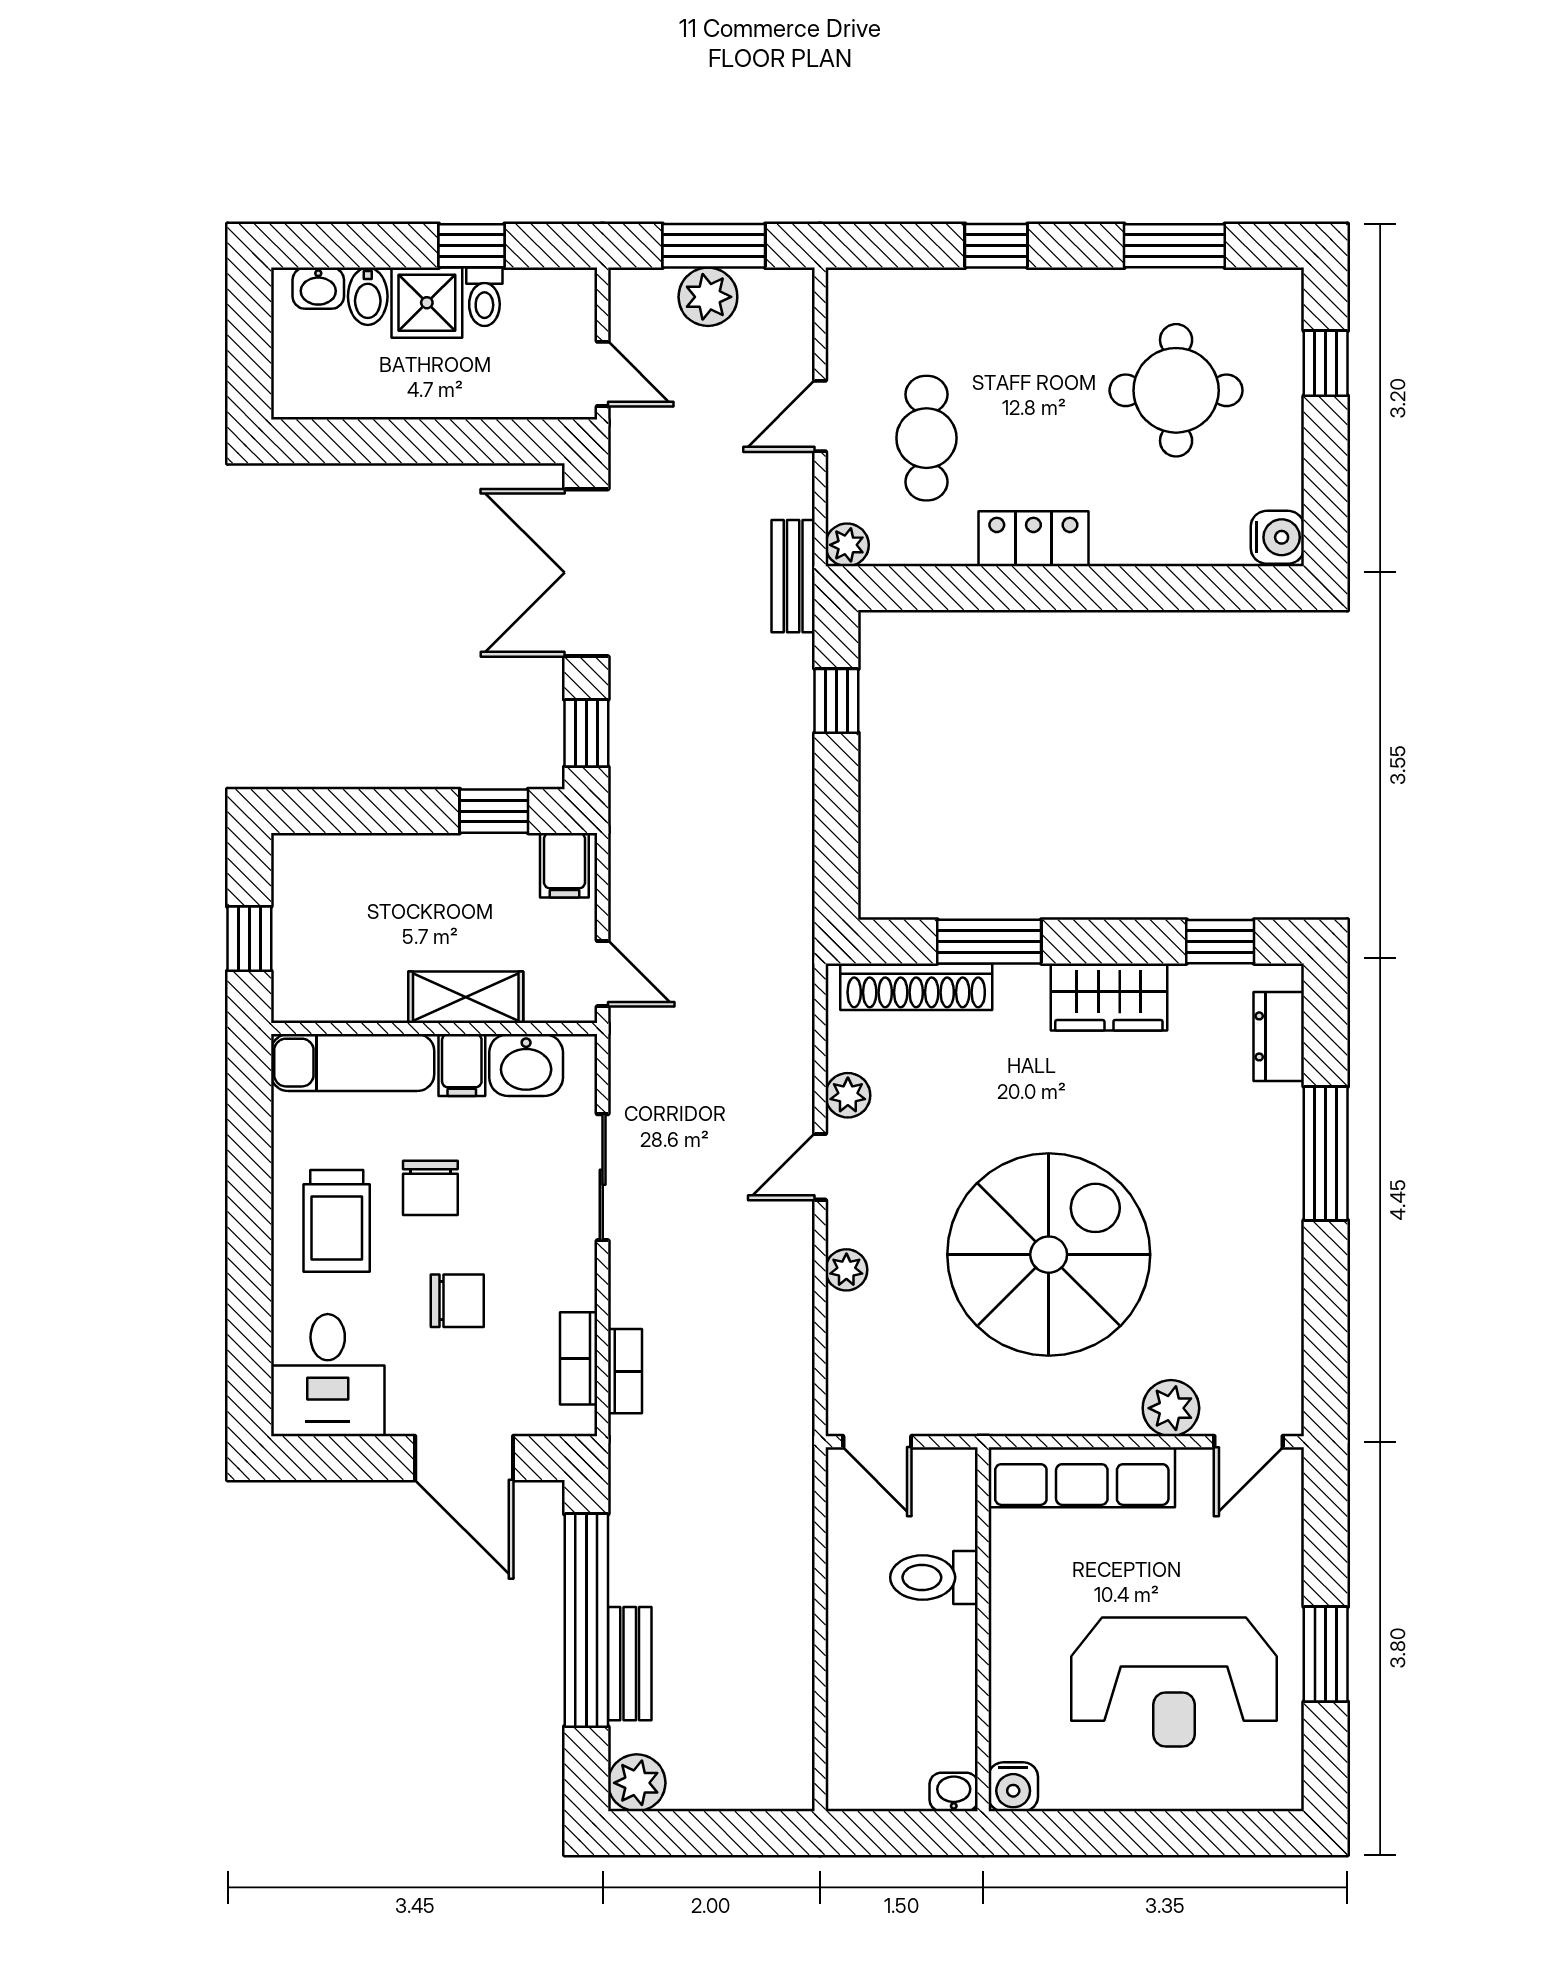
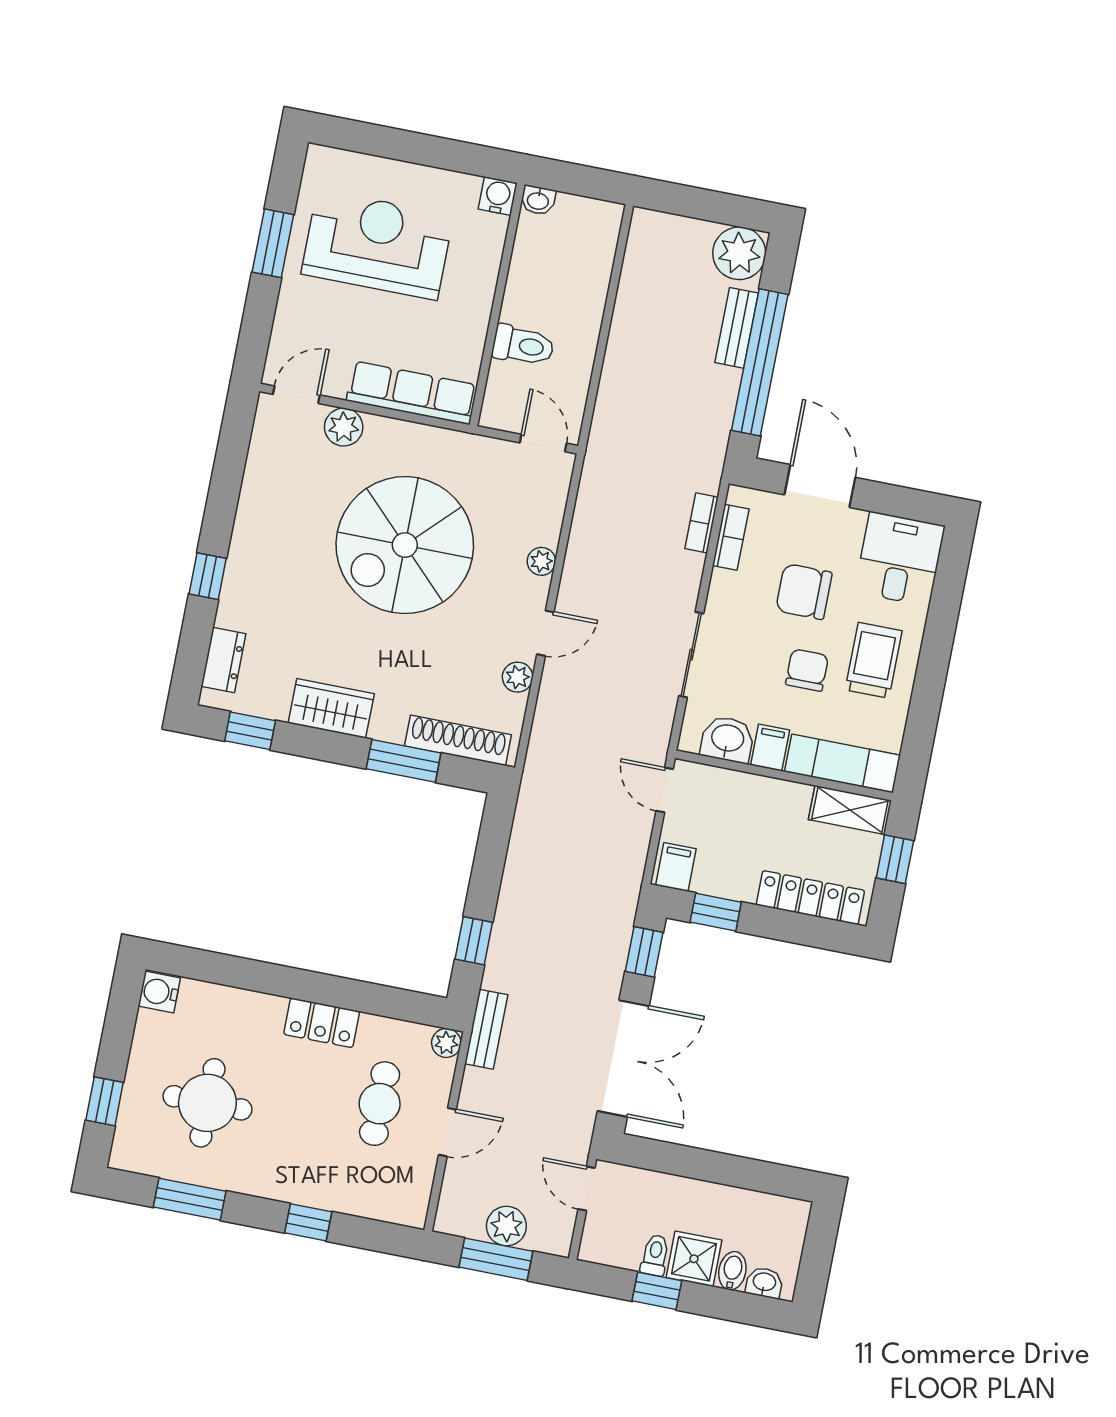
locker: (361, 859) -> (810, 898), added
shelving: (466, 997) -> (850, 810), moved
window: (1326, 1153) -> (208, 576), width x0.46
chair: (457, 1301) -> (804, 592), width x1.37, depth x1.37
plant: (637, 1783) -> (739, 253), width x1.36, depth x1.36

